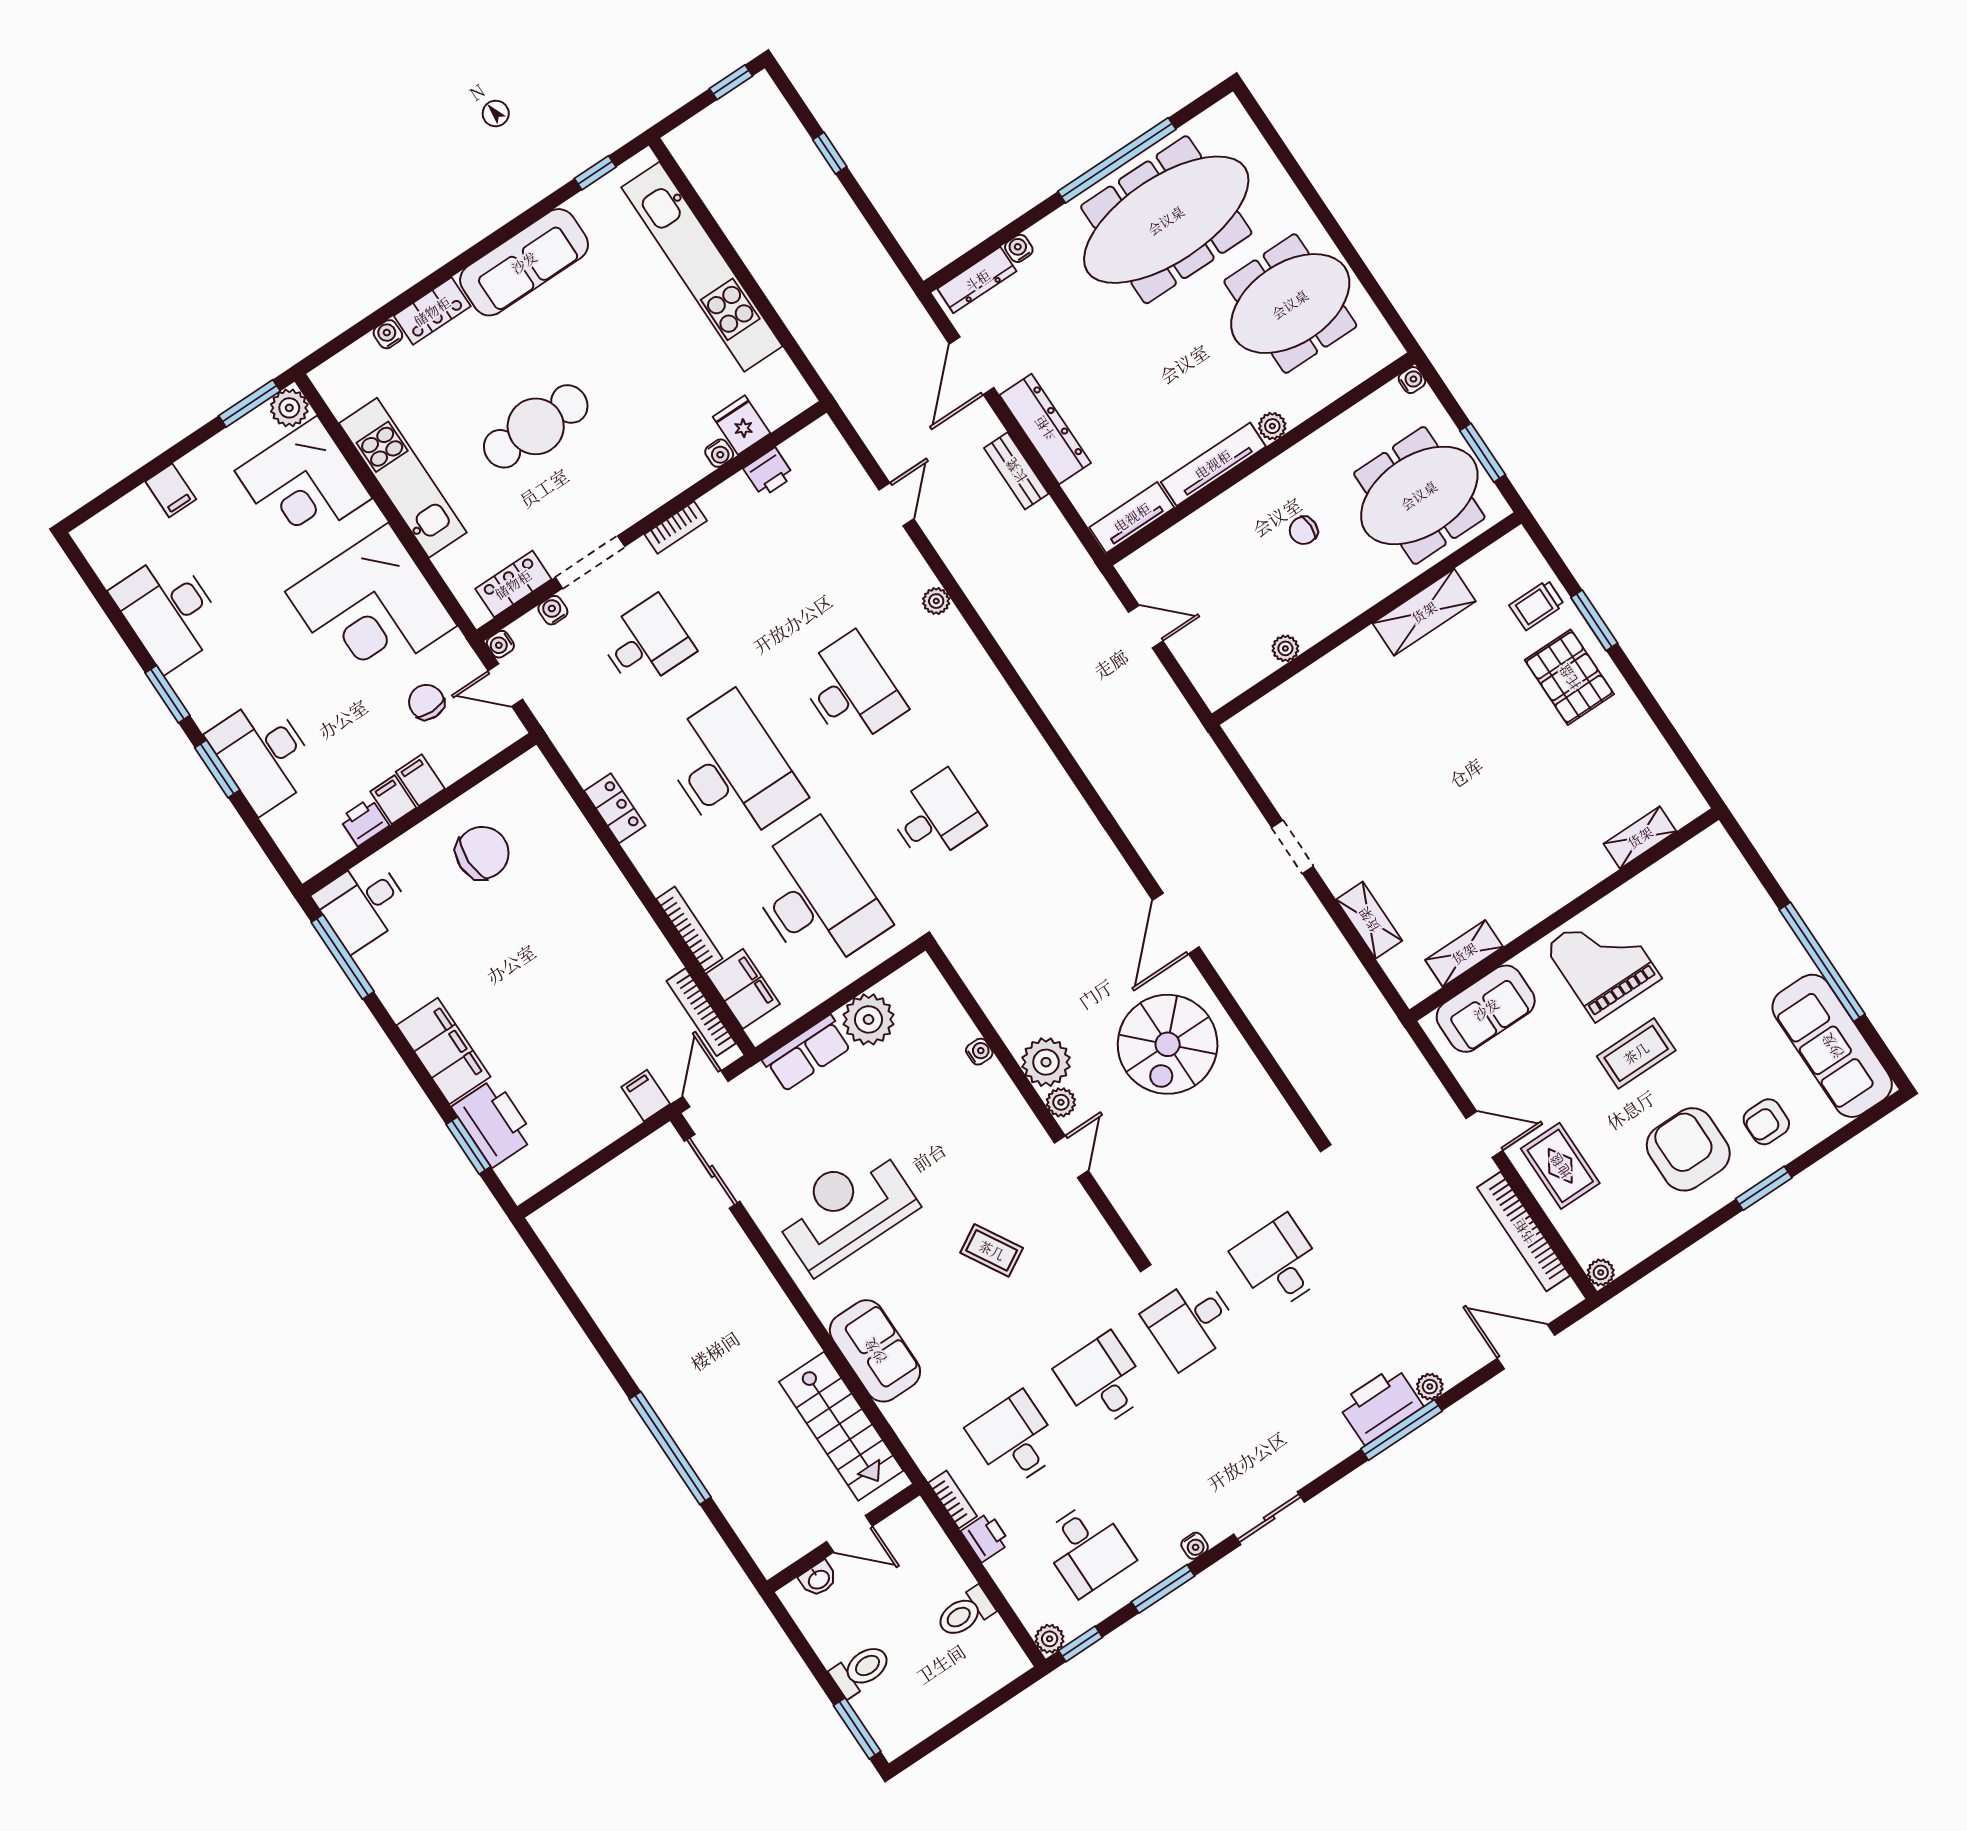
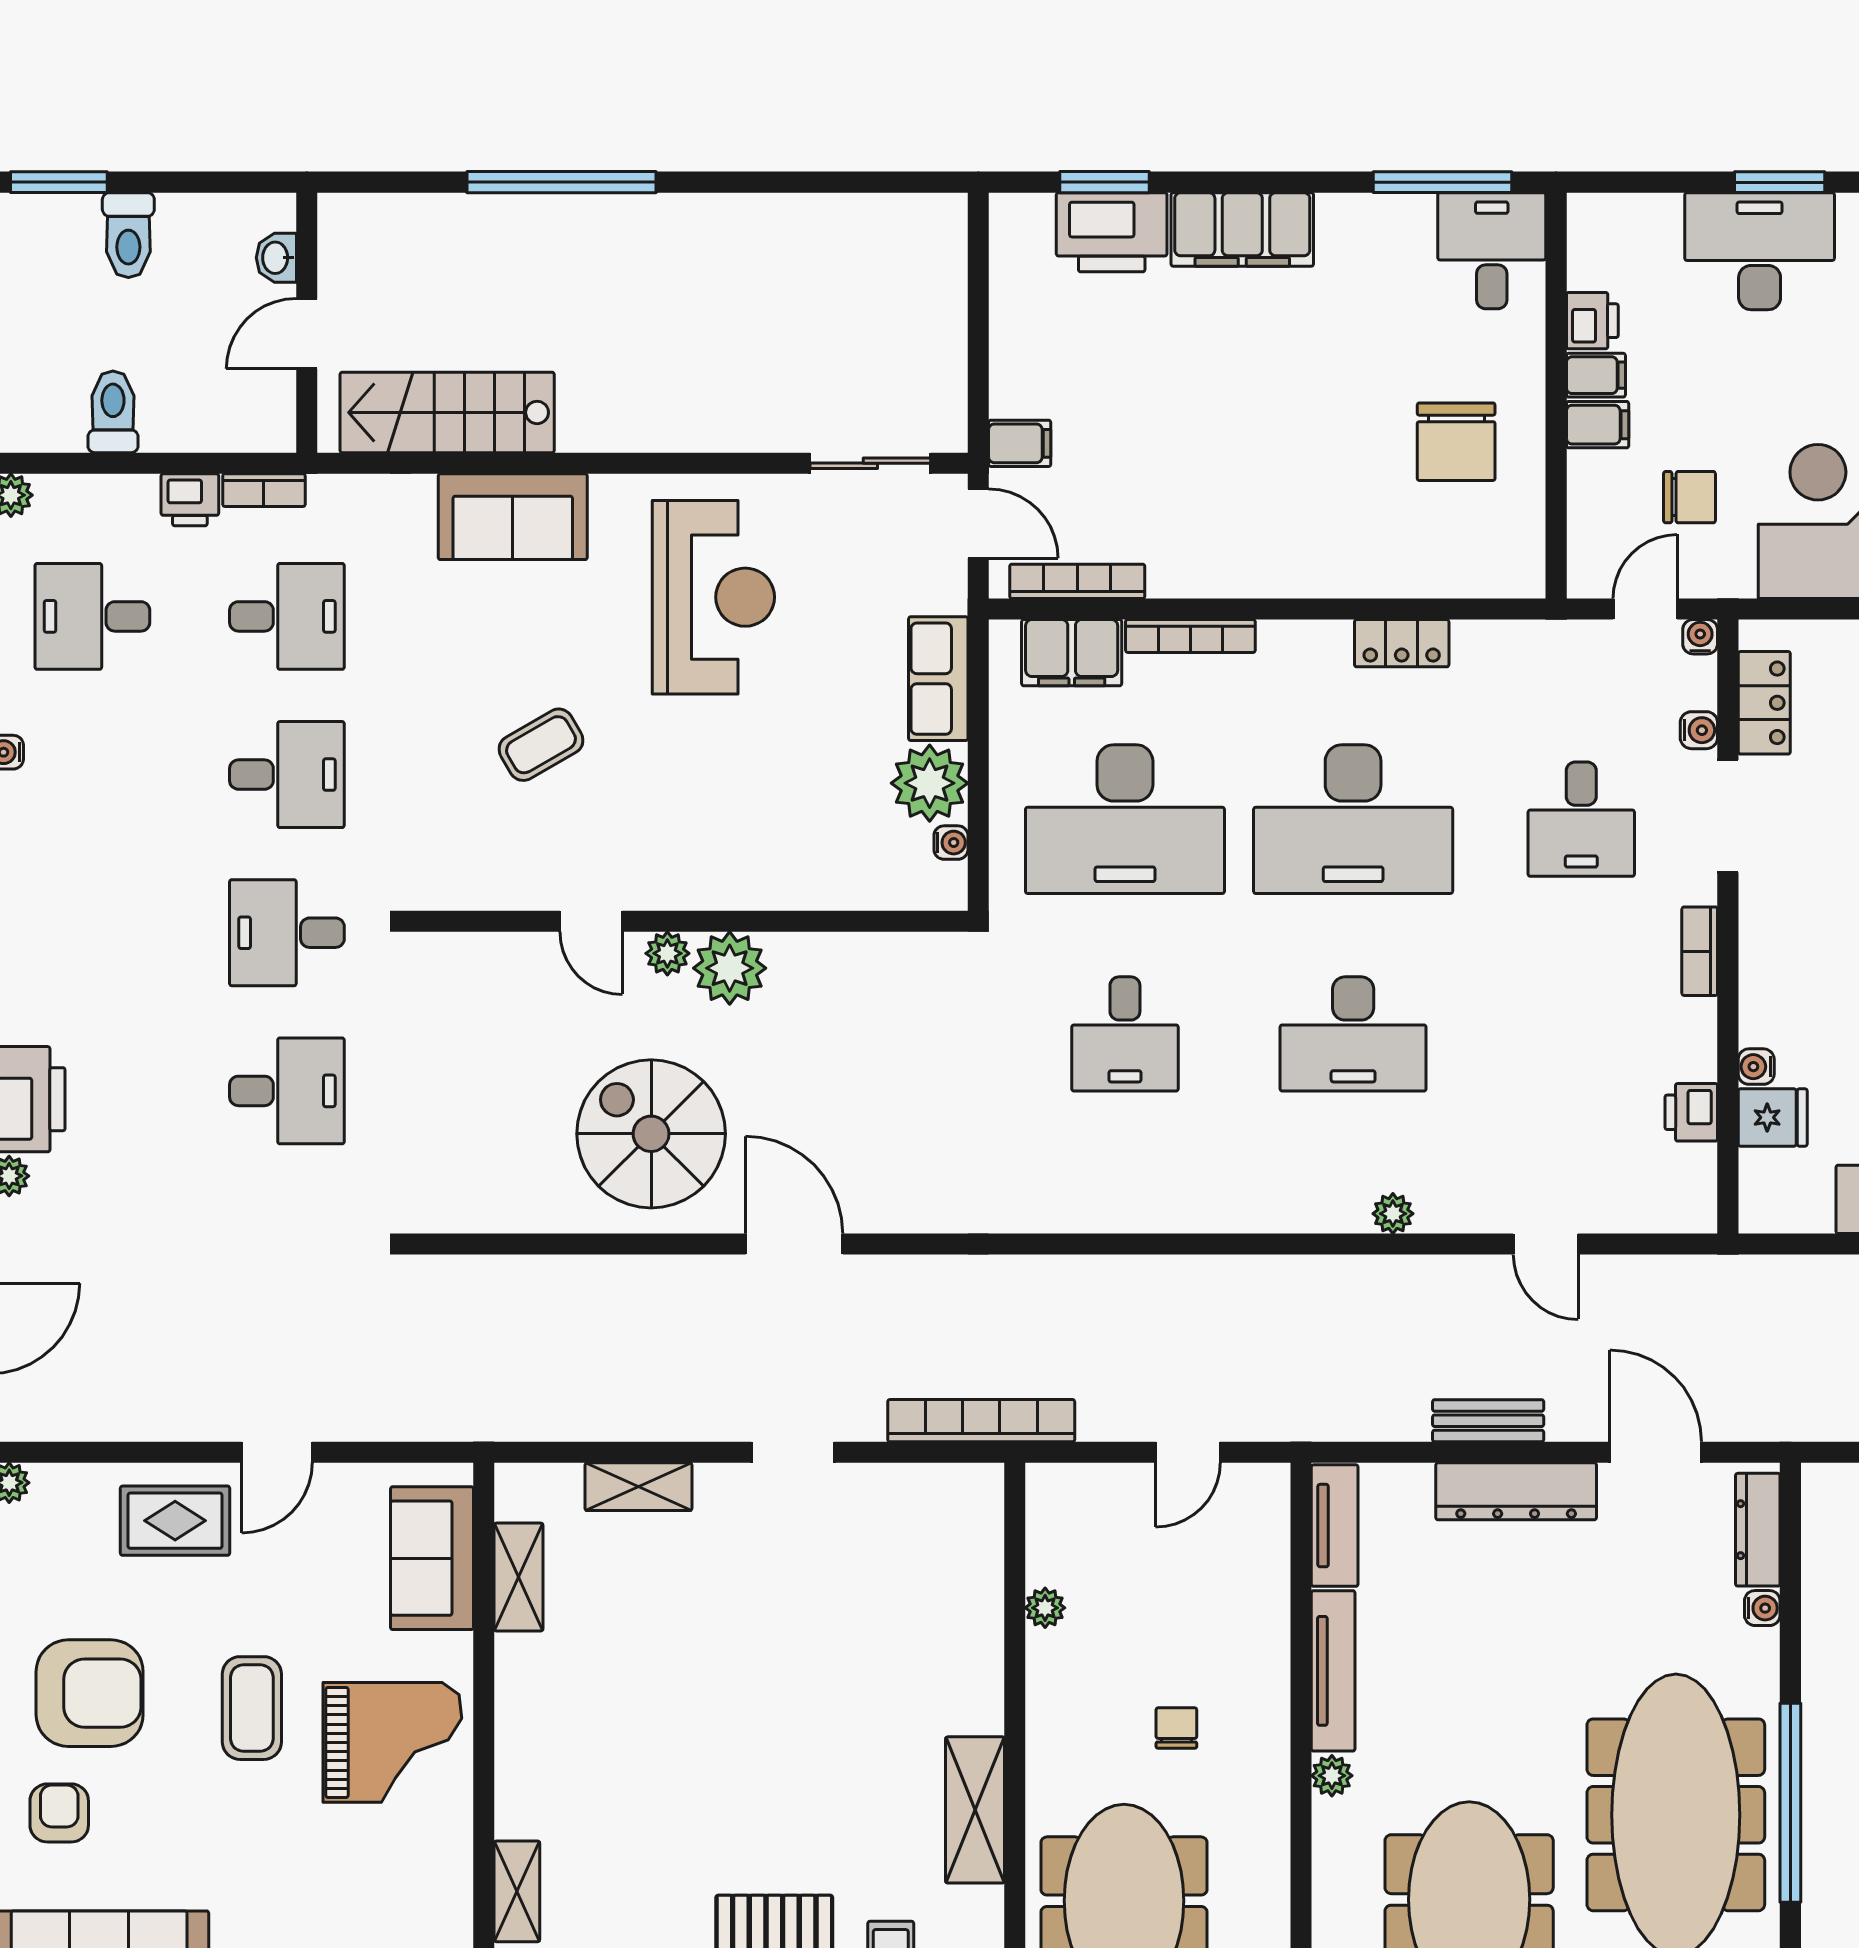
water cooler: (979, 1052) -> (951, 843), moved, turned -90
bookcase: (1524, 1232) -> (981, 1421), moved
desk: (1191, 1322) -> (287, 933), turned -90

